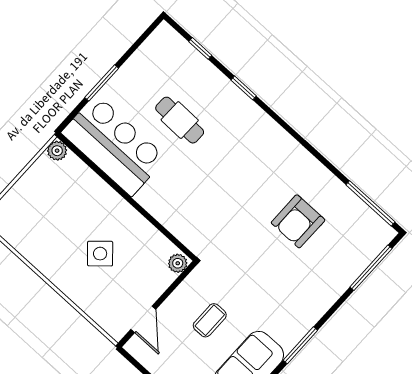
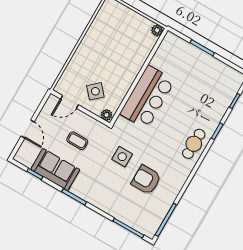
cafe table: (180, 120) -> (194, 144), moved
bar counter: (114, 145) -> (147, 97), moved
side table: (252, 253) -> (122, 157), added
side table: (100, 254) -> (95, 91), moved

